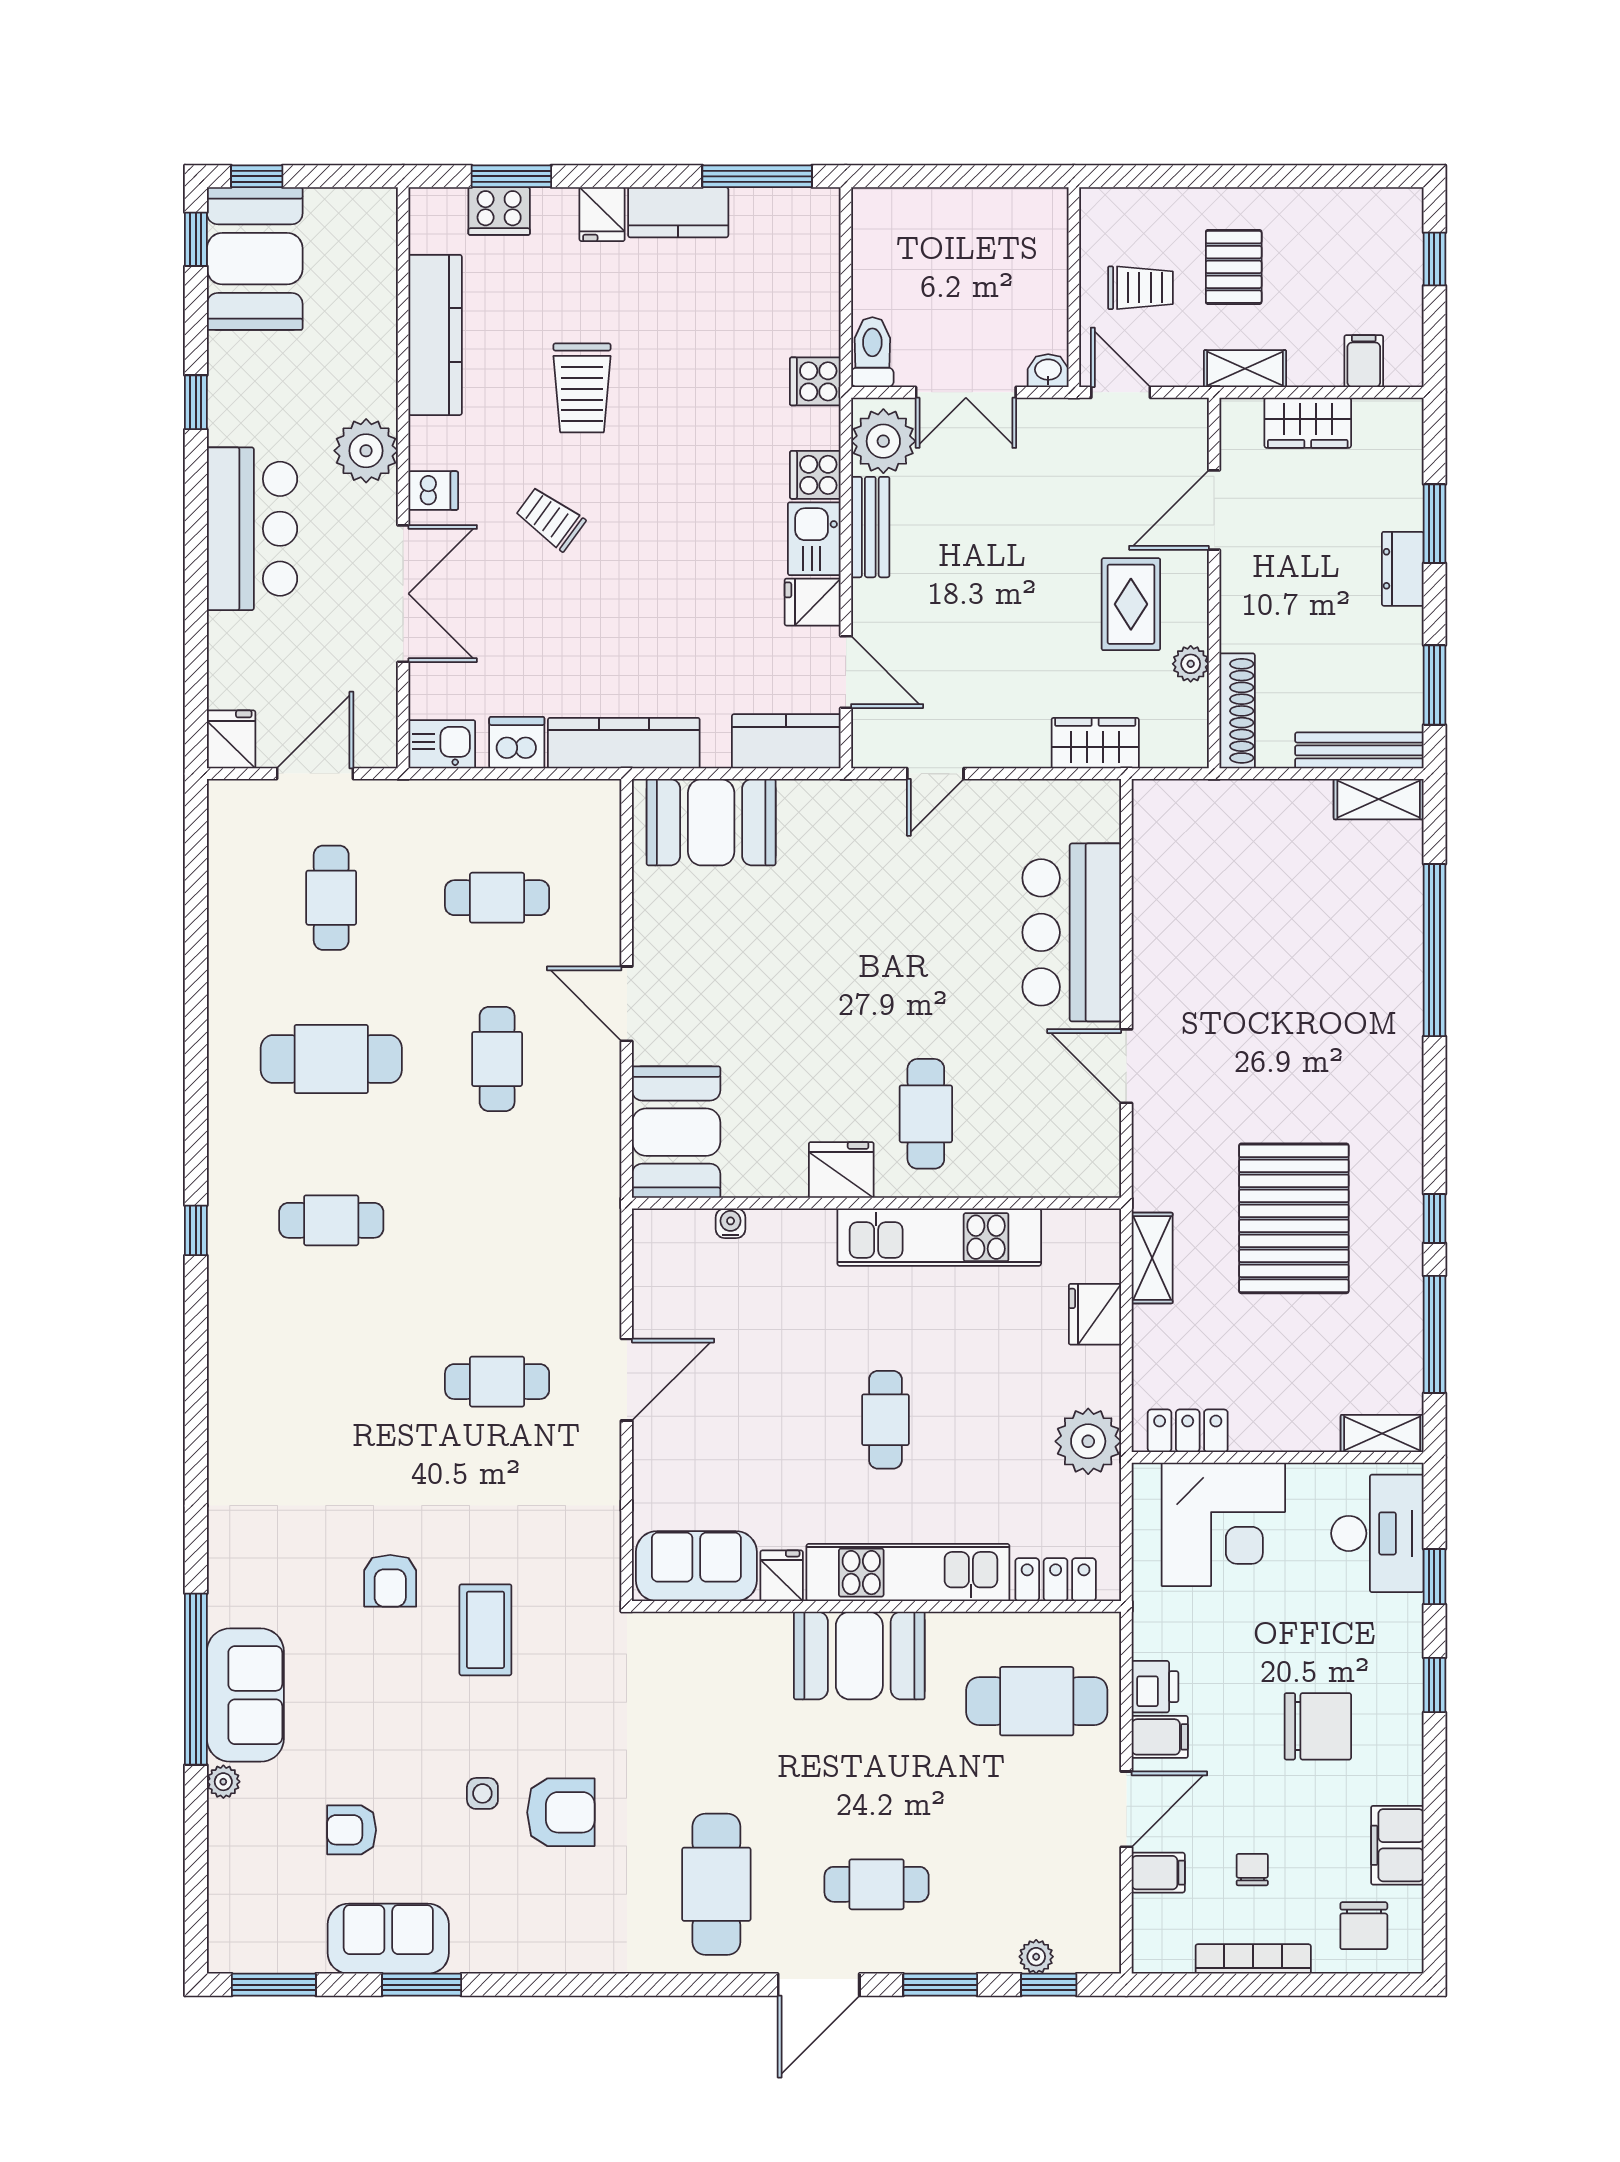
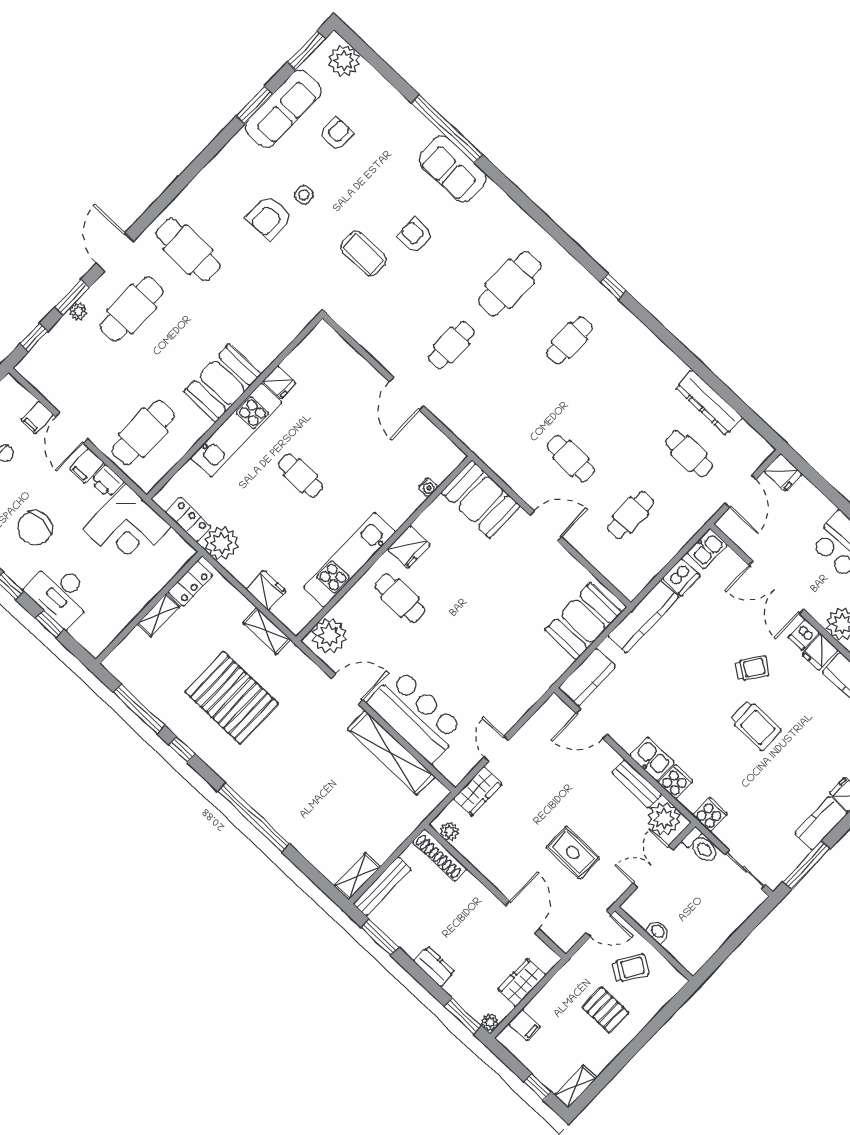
sliding door: (846, 257) -> (745, 870), added
trolley: (1140, 288) -> (630, 968), turned -148
shelving: (1245, 369) -> (576, 1087), moved
washbasin: (1048, 371) -> (658, 932), moved, turned -90
trolley: (582, 388) -> (756, 725), moved, turned 180
plant: (1407, 414) -> (490, 1022), added
window: (1434, 524) -> (463, 1016), moved
fridge: (813, 602) -> (820, 652), moved, turned 180
rug: (1131, 604) -> (573, 853), moved
plant: (1191, 664) -> (449, 832), moved
door: (935, 774) -> (496, 749), moved
shelving: (1157, 918) -> (391, 753), added
dresser: (231, 938) -> (709, 403), added
window: (1434, 950) -> (254, 818), moved
cafe table: (331, 1059) -> (510, 284), moved
plant: (1074, 1163) -> (329, 636), added
shelving: (1382, 1434) -> (159, 615), moved
corner desk: (1223, 1524) -> (127, 528), moved, turned -90
desk: (1377, 1533) -> (60, 594), moved
sofa: (696, 1566) -> (313, 354), removed
locker: (1056, 1580) -> (188, 520), moved, turned -90
sofa: (245, 1695) -> (452, 169), moved
plant: (223, 1782) -> (344, 61), moved, width x1.88, depth x1.88
cafe table: (877, 1884) -> (132, 309), width x1.37, depth x1.35
sofa: (388, 1939) -> (283, 109), width x1.36
plant: (1036, 1957) -> (78, 311), moved

